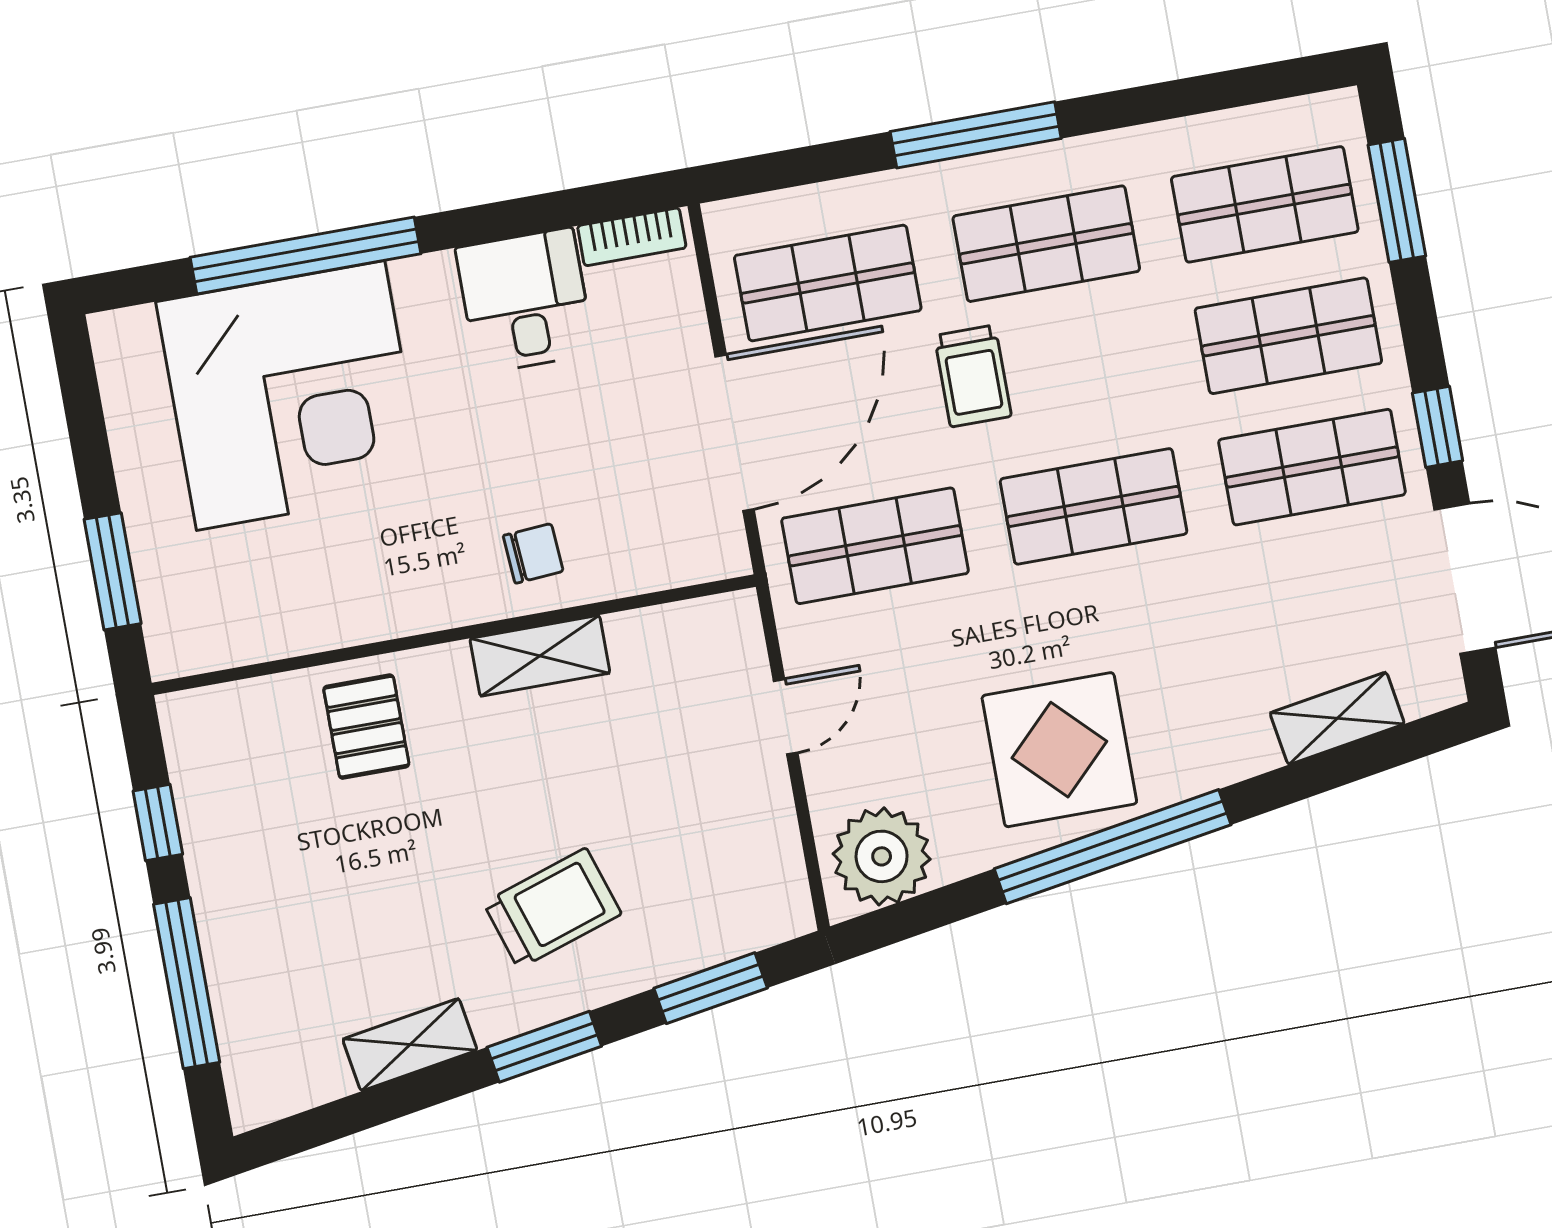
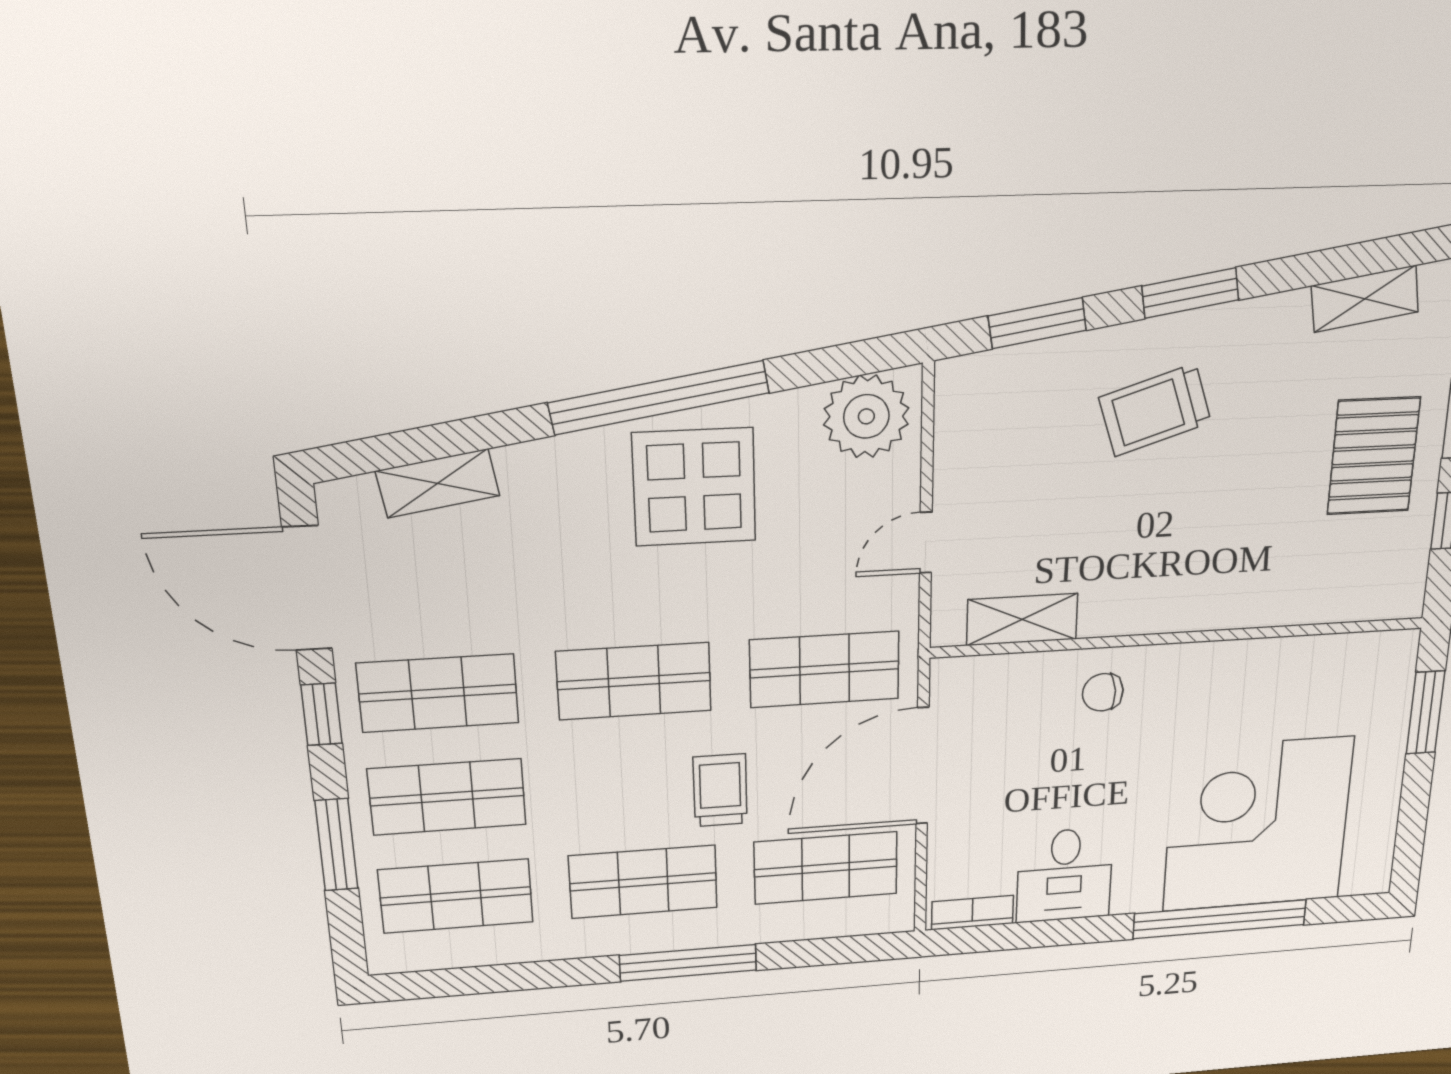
window: (1397, 200) -> (336, 845), moved
shelving: (540, 656) -> (1022, 619), moved
pallet: (366, 727) -> (1374, 456), moved, width x1.50, depth x1.42
shelving: (410, 1045) -> (1365, 299), moved

